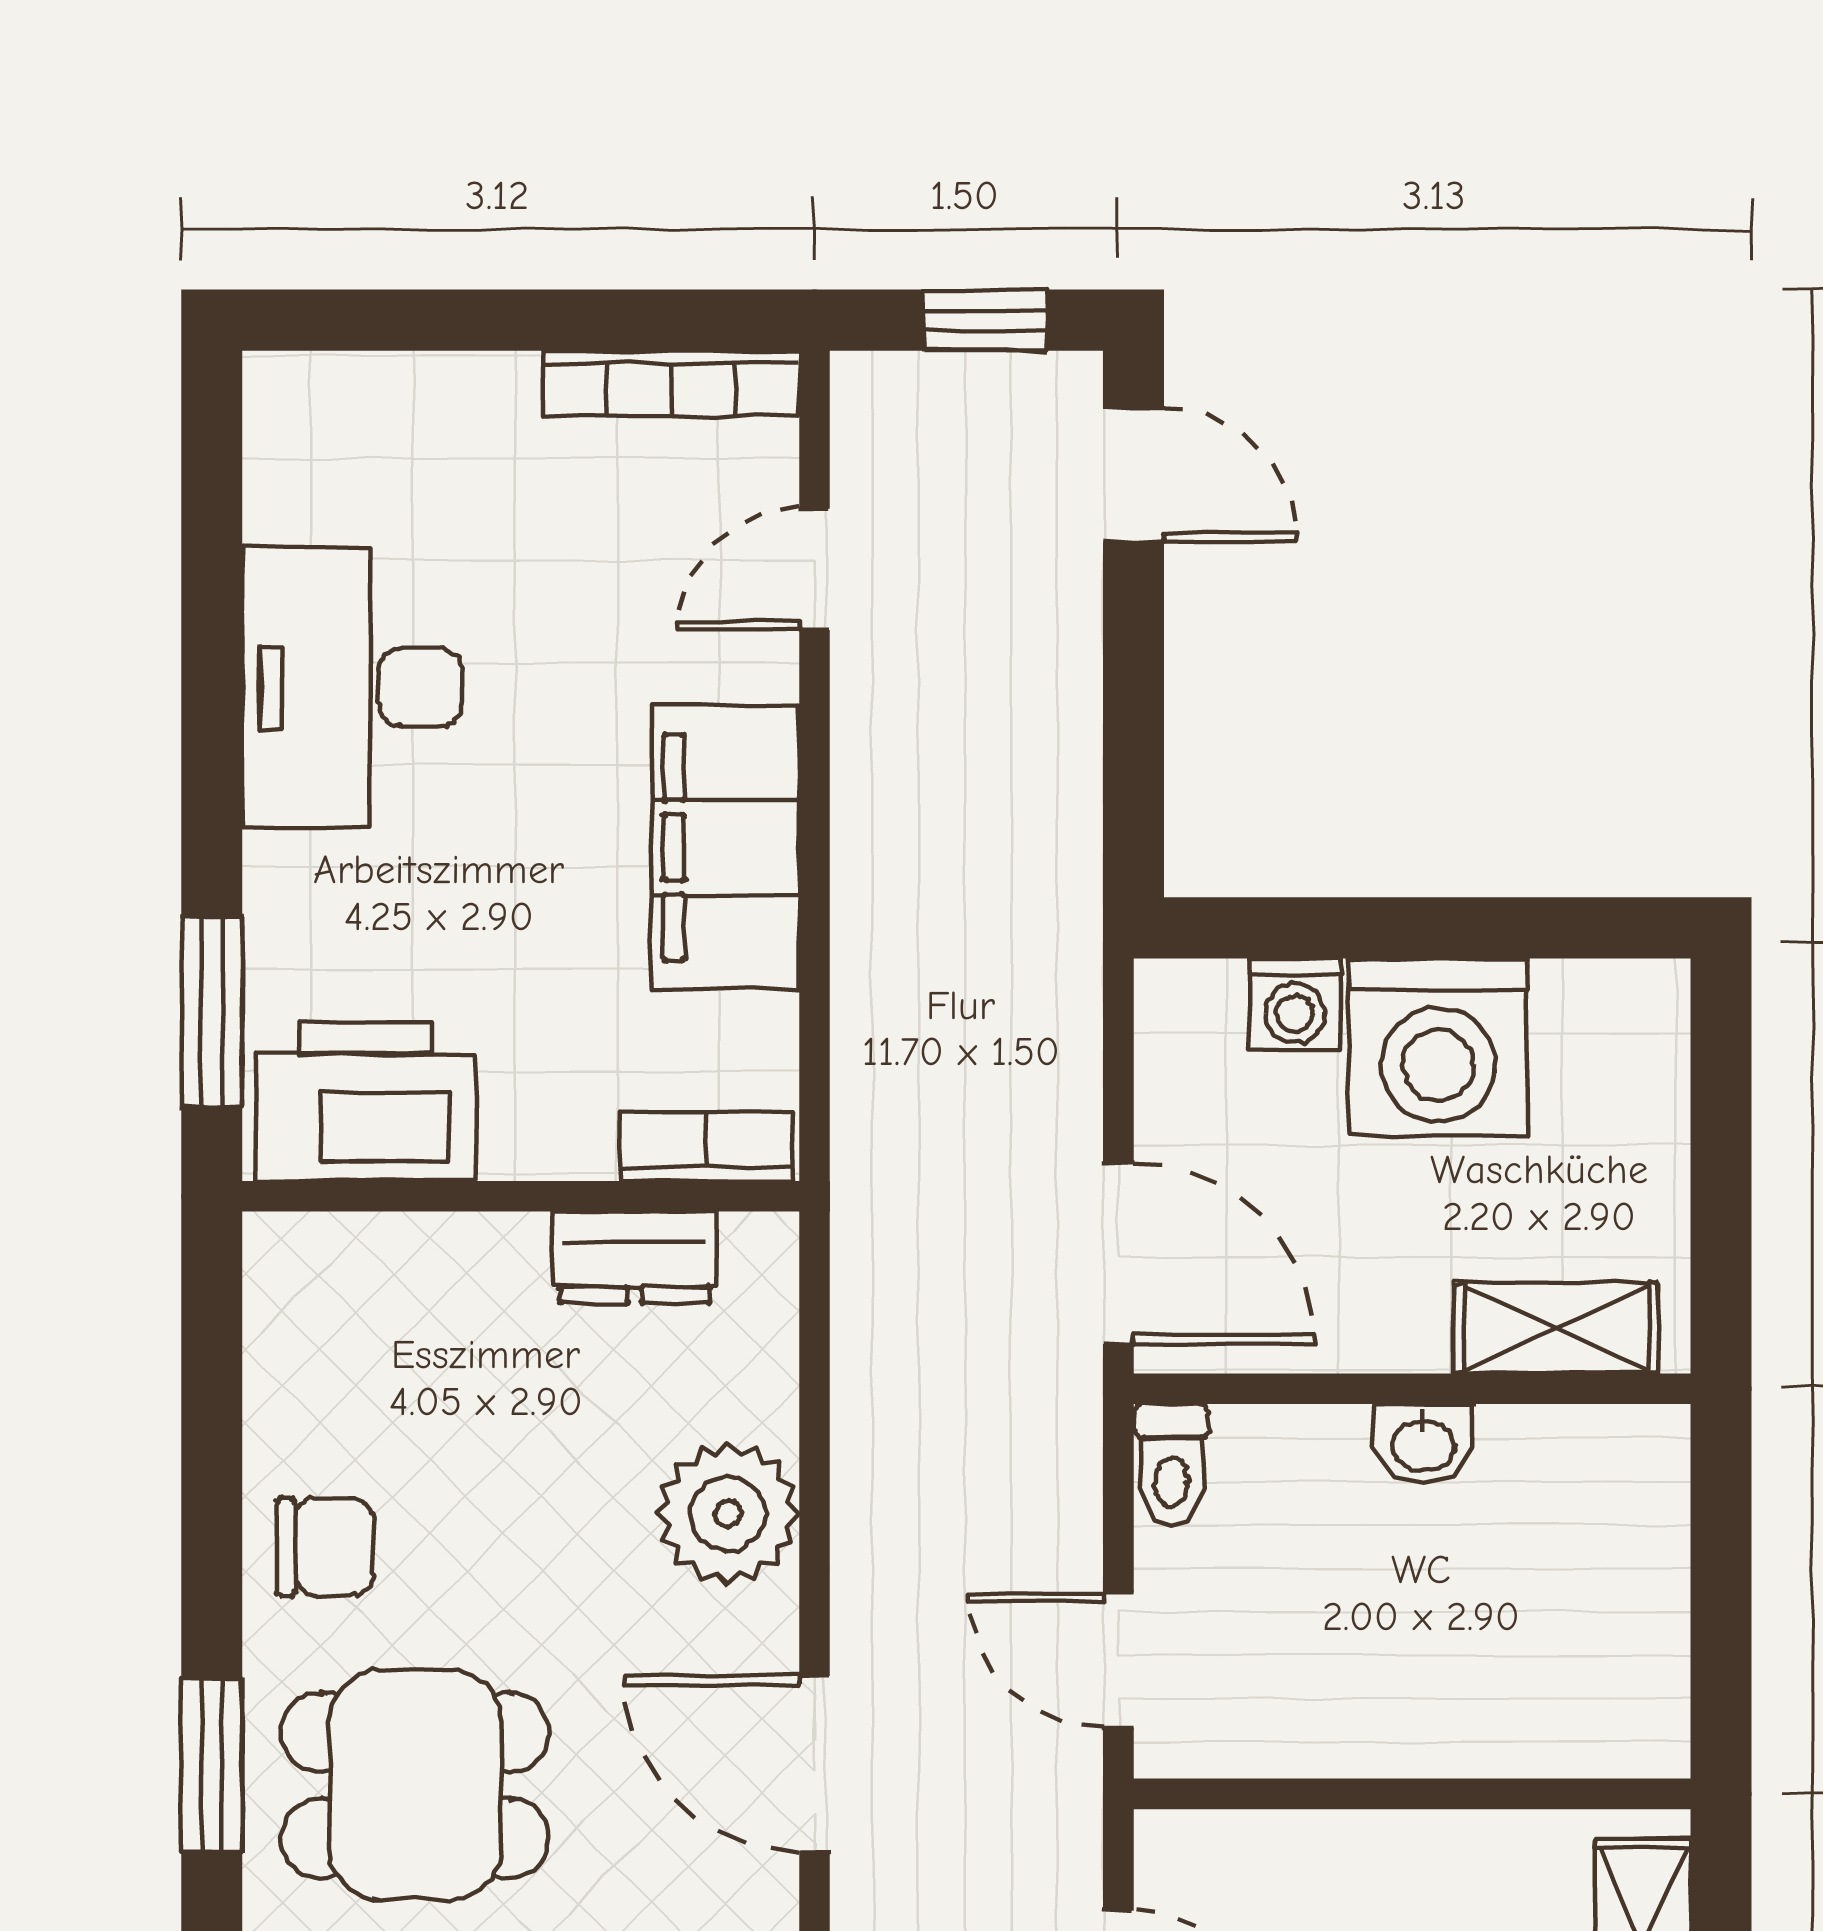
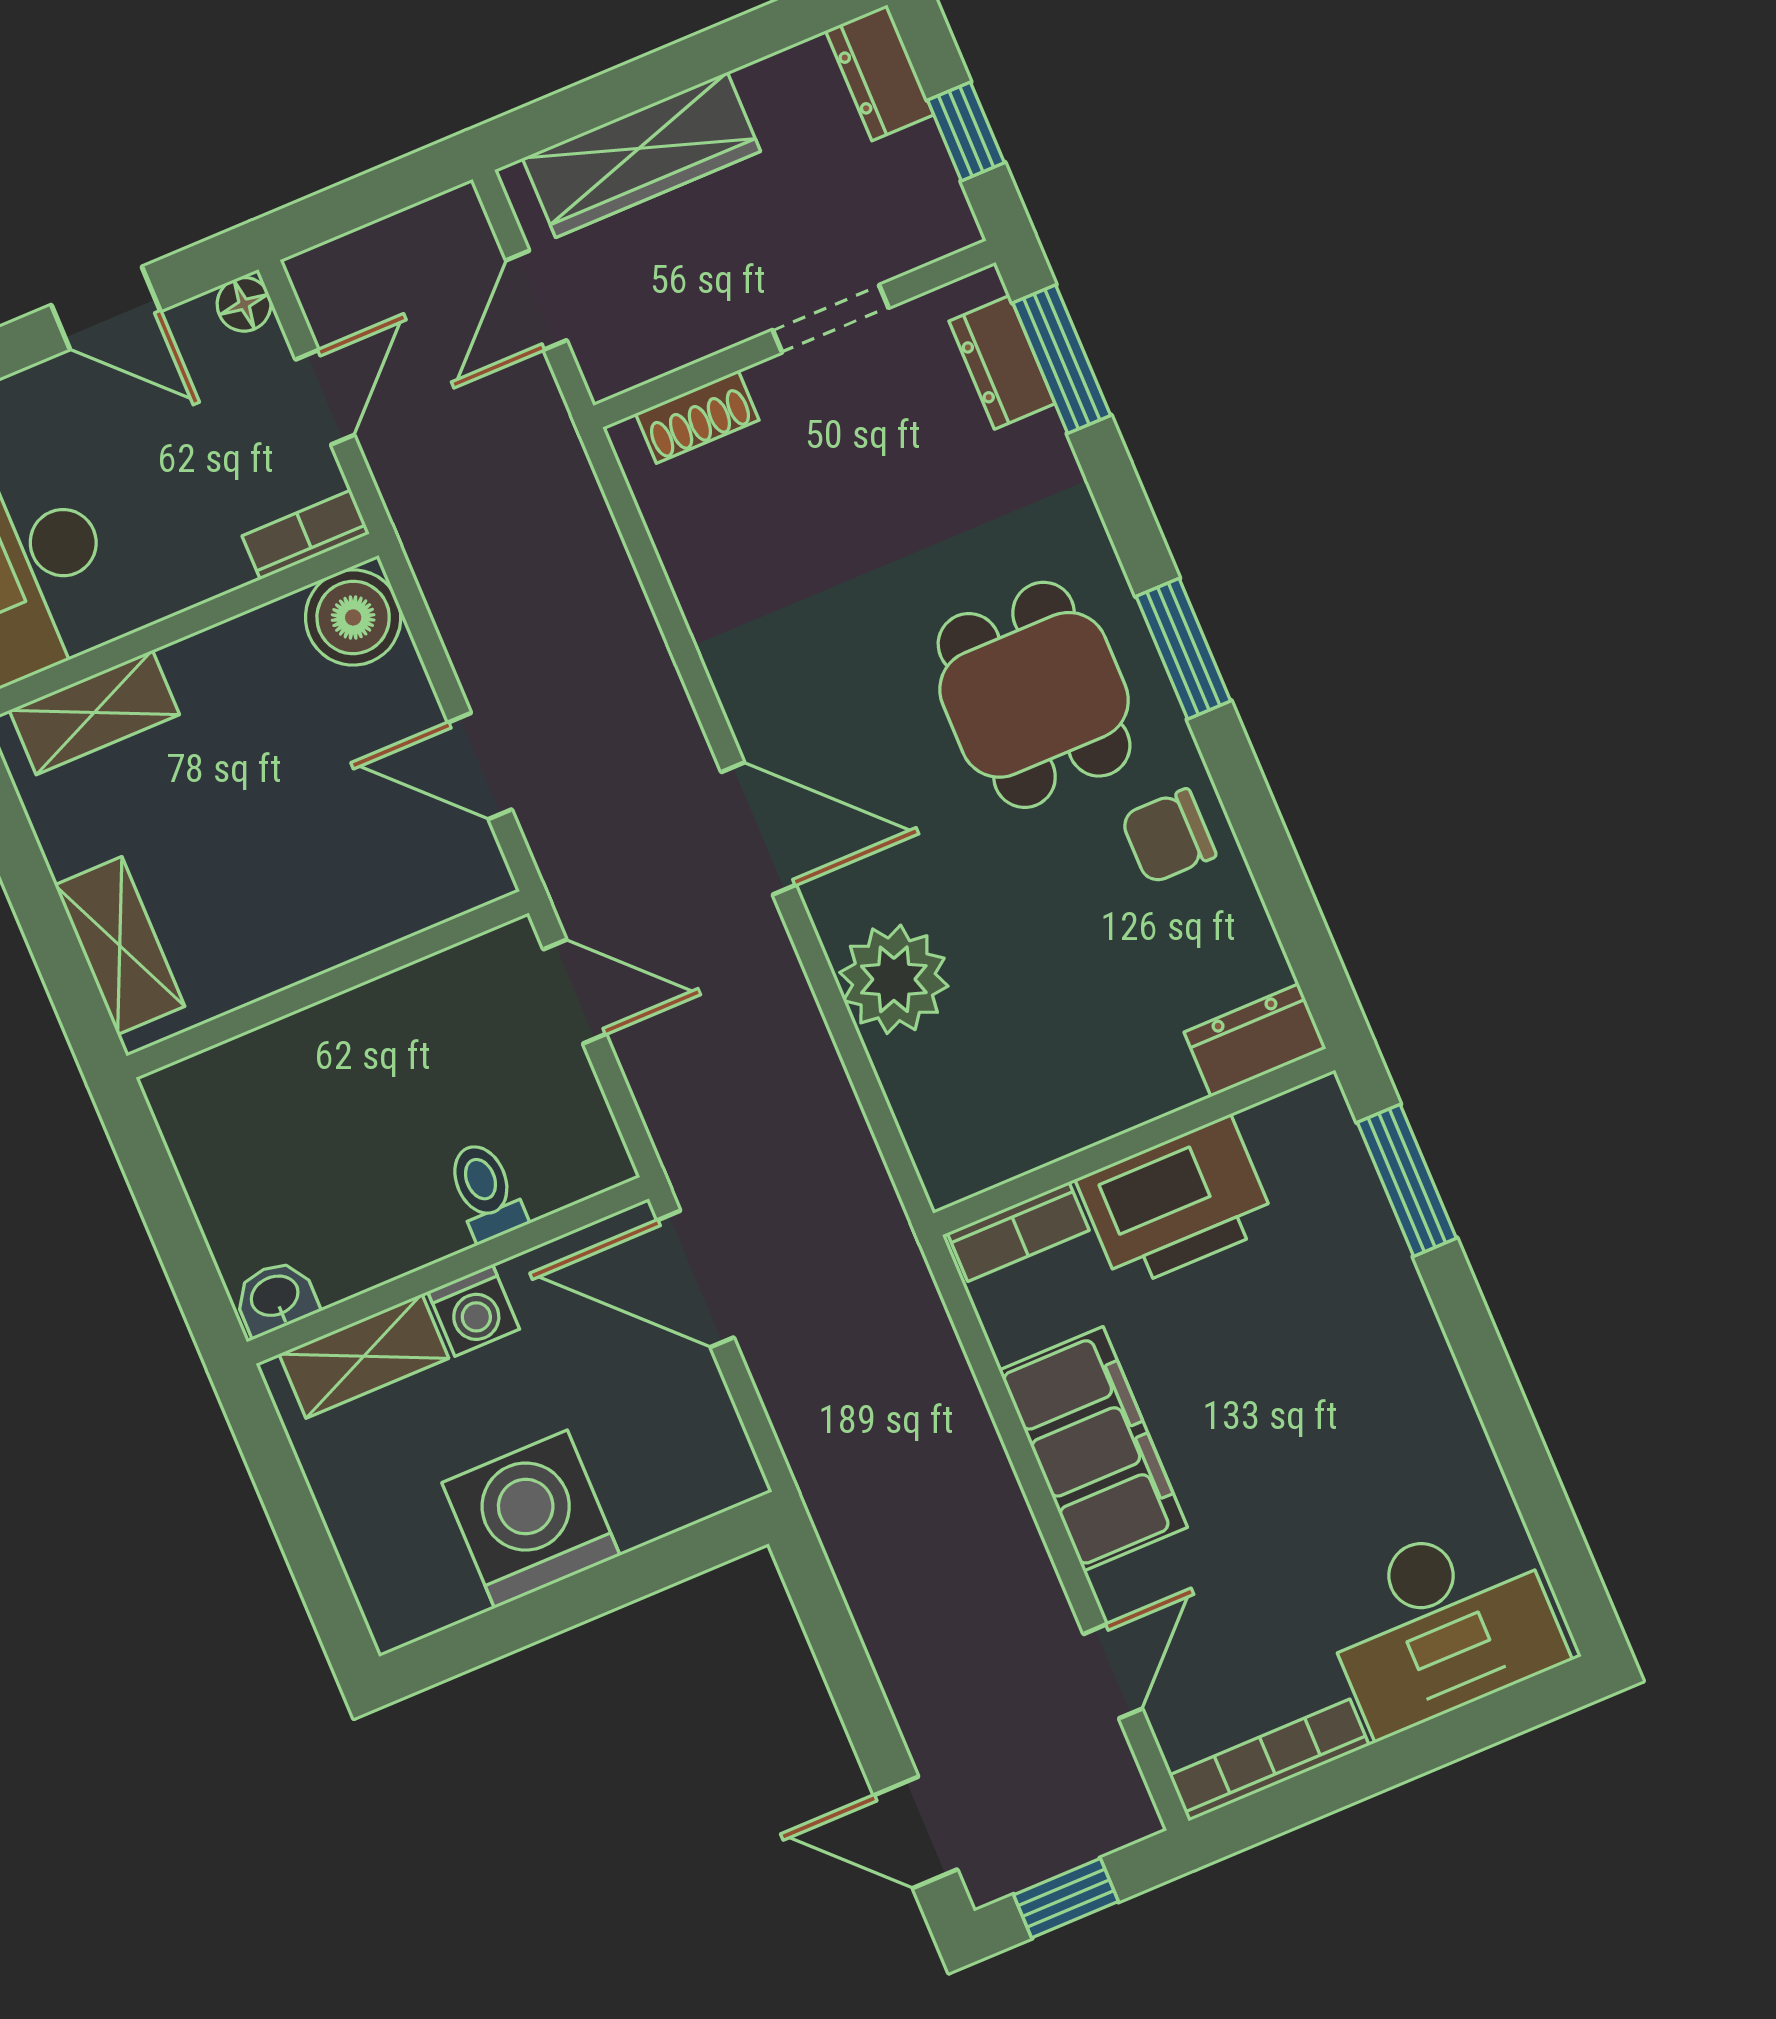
desk: (352, 687) -> (1441, 1624), moved, turned 90
washing machine: (1295, 1004) -> (474, 1310), moved, turned 180
printer: (366, 1102) -> (1176, 1203), moved
dresser: (635, 1257) -> (1255, 1040), moved
washbasin: (1423, 1444) -> (275, 1297), moved
toilet: (1171, 1465) -> (486, 1191), moved
dining table: (415, 1785) -> (1034, 695), turned 90

